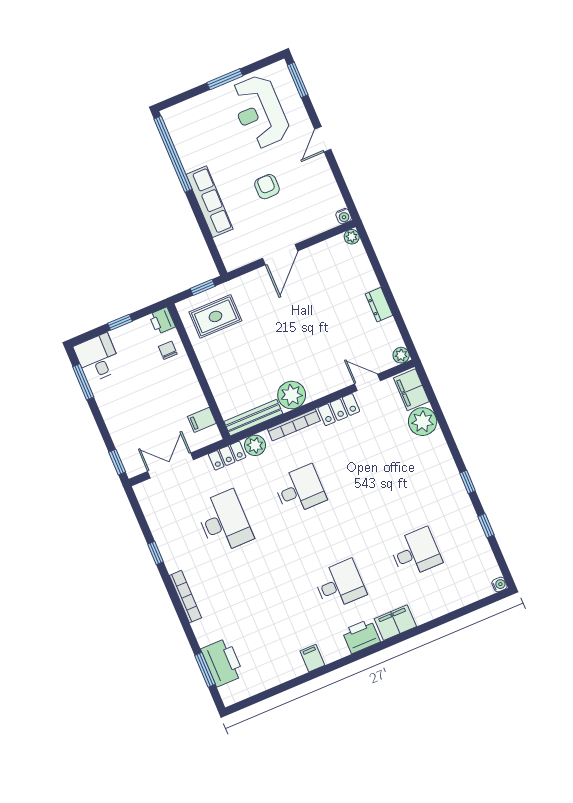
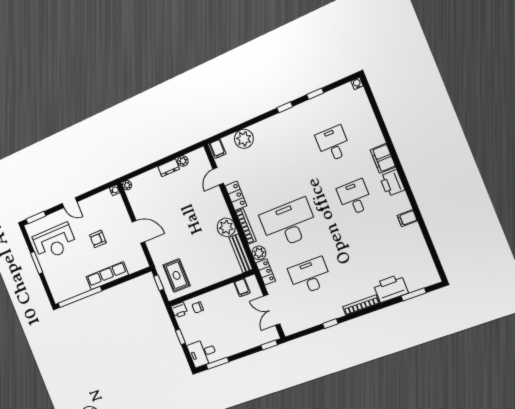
plant: (401, 355) -> (183, 161), moved
filing cabinet: (411, 390) -> (218, 149), width x0.50
desk: (300, 490) -> (289, 224), width x1.87, depth x1.30
printer: (222, 662) -> (391, 288), moved

